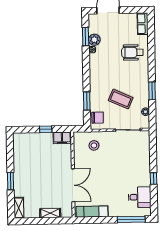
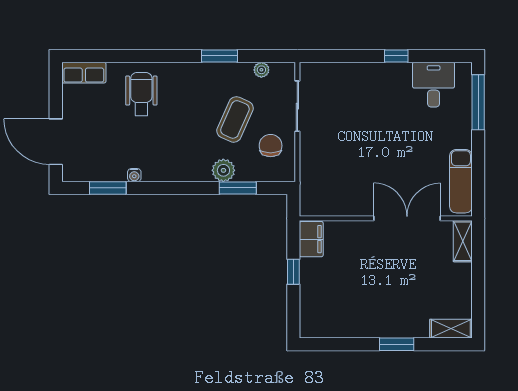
plant: (94, 40) -> (223, 170), moved
wheelchair: (132, 52) -> (141, 94), turned 180
chair: (98, 118) -> (271, 146), moved
stool: (94, 145) -> (328, 175), removed
shelving: (50, 213) -> (463, 241), moved

